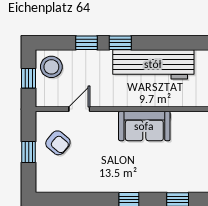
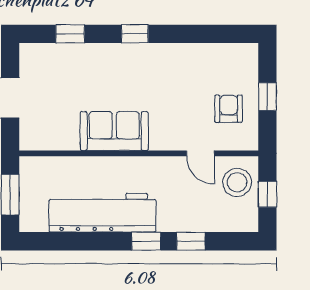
stool: (51, 67) -> (237, 182), moved
door: (79, 109) -> (200, 153), hinge flipped
armchair: (58, 143) -> (229, 109), turned 50

